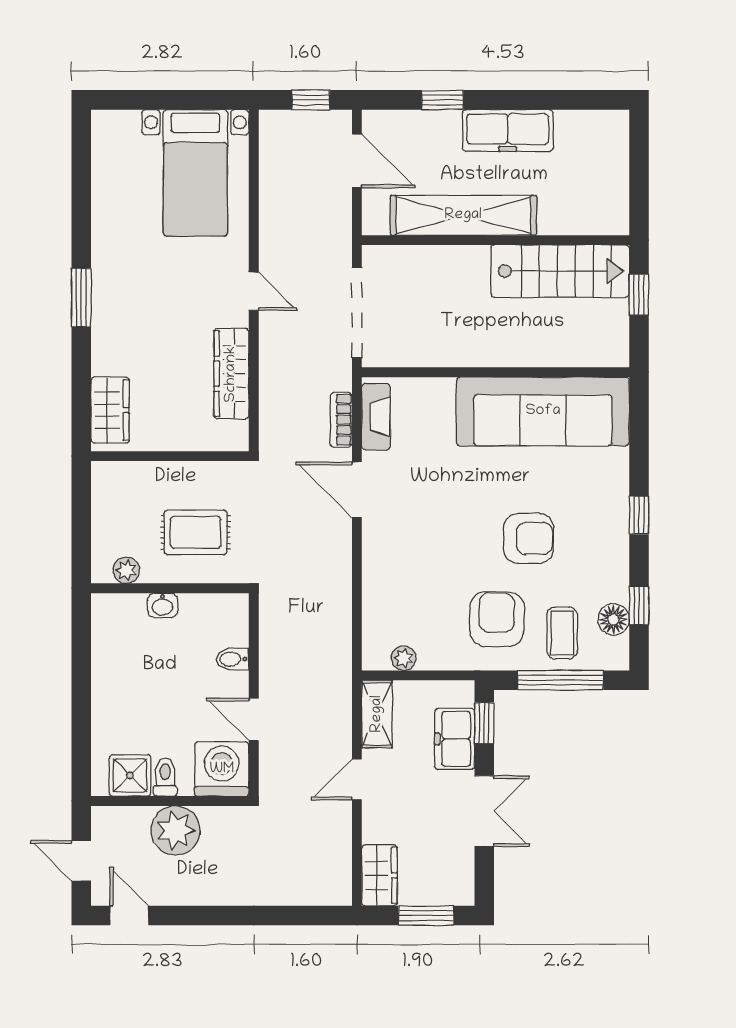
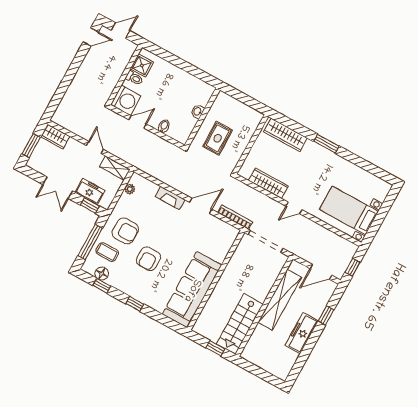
wardrobe: (110, 410) -> (285, 135), width x1.50
fireplace: (376, 417) -> (170, 198), moved
bookcase: (341, 420) -> (235, 217), width x1.56
plant: (126, 570) -> (218, 105), removed
plant: (176, 831) -> (113, 71), removed

